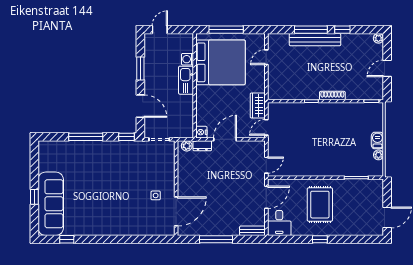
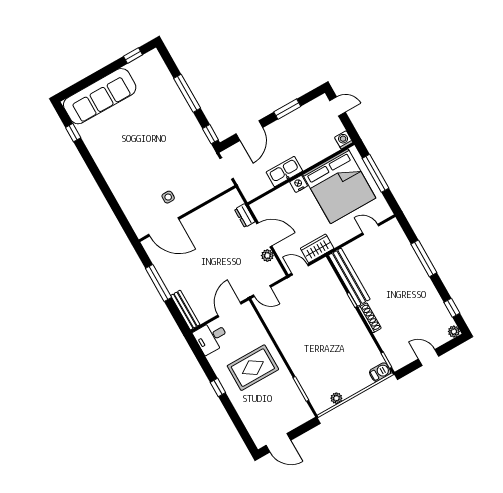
window: (342, 30) -> (452, 308), moved
bench: (315, 40) -> (349, 277), moved
washing machine: (188, 59) -> (344, 140), moved
kitchen sink: (186, 80) -> (284, 172), moved
nightstand: (201, 132) -> (299, 184), moved
barbecue: (377, 141) -> (380, 372), moved
plant: (187, 146) -> (267, 256), moved
window: (34, 197) -> (133, 56), moved
door: (266, 197) -> (230, 310), swing flipped
bench: (252, 231) -> (185, 310), width x1.36

